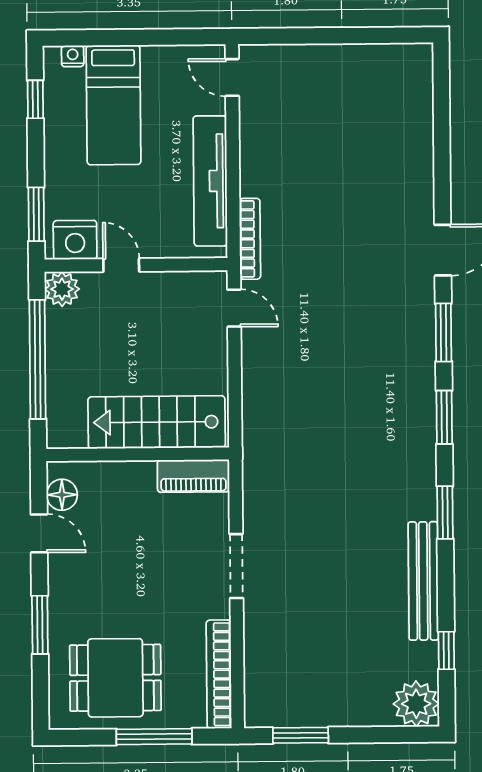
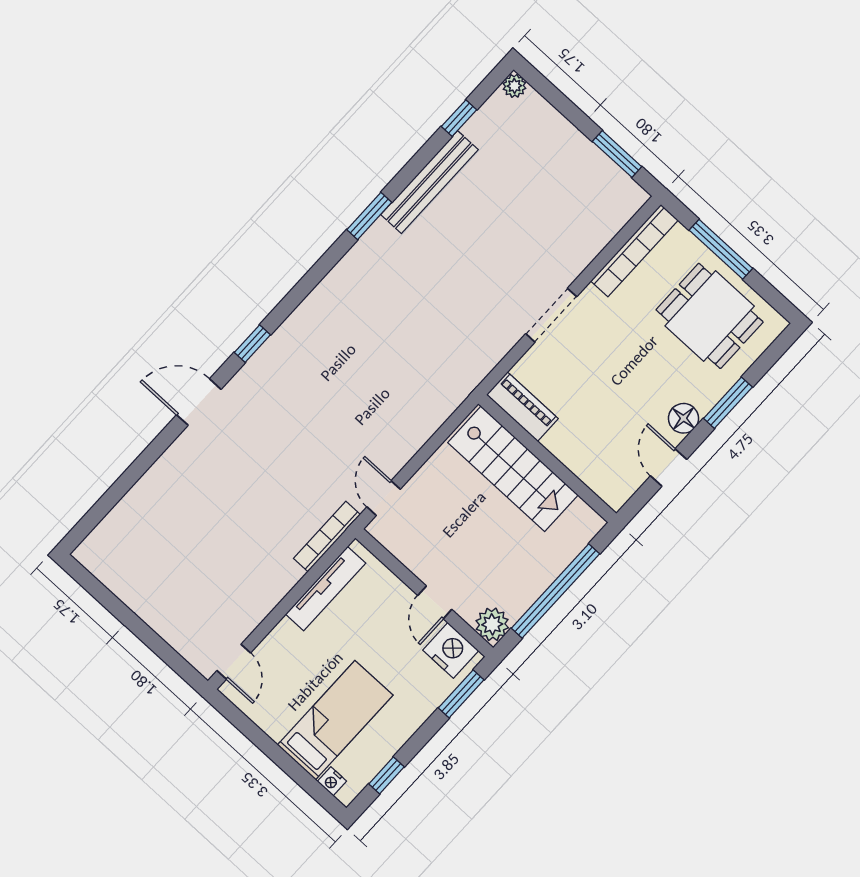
tv unit: (210, 181) -> (326, 589), width x0.73, depth x0.78
window: (444, 333) -> (252, 344), width x0.67
window: (444, 417) -> (307, 284), removed
floor lamp: (62, 495) -> (683, 418), moved
plant: (416, 704) -> (514, 86), width x0.53, depth x0.53

